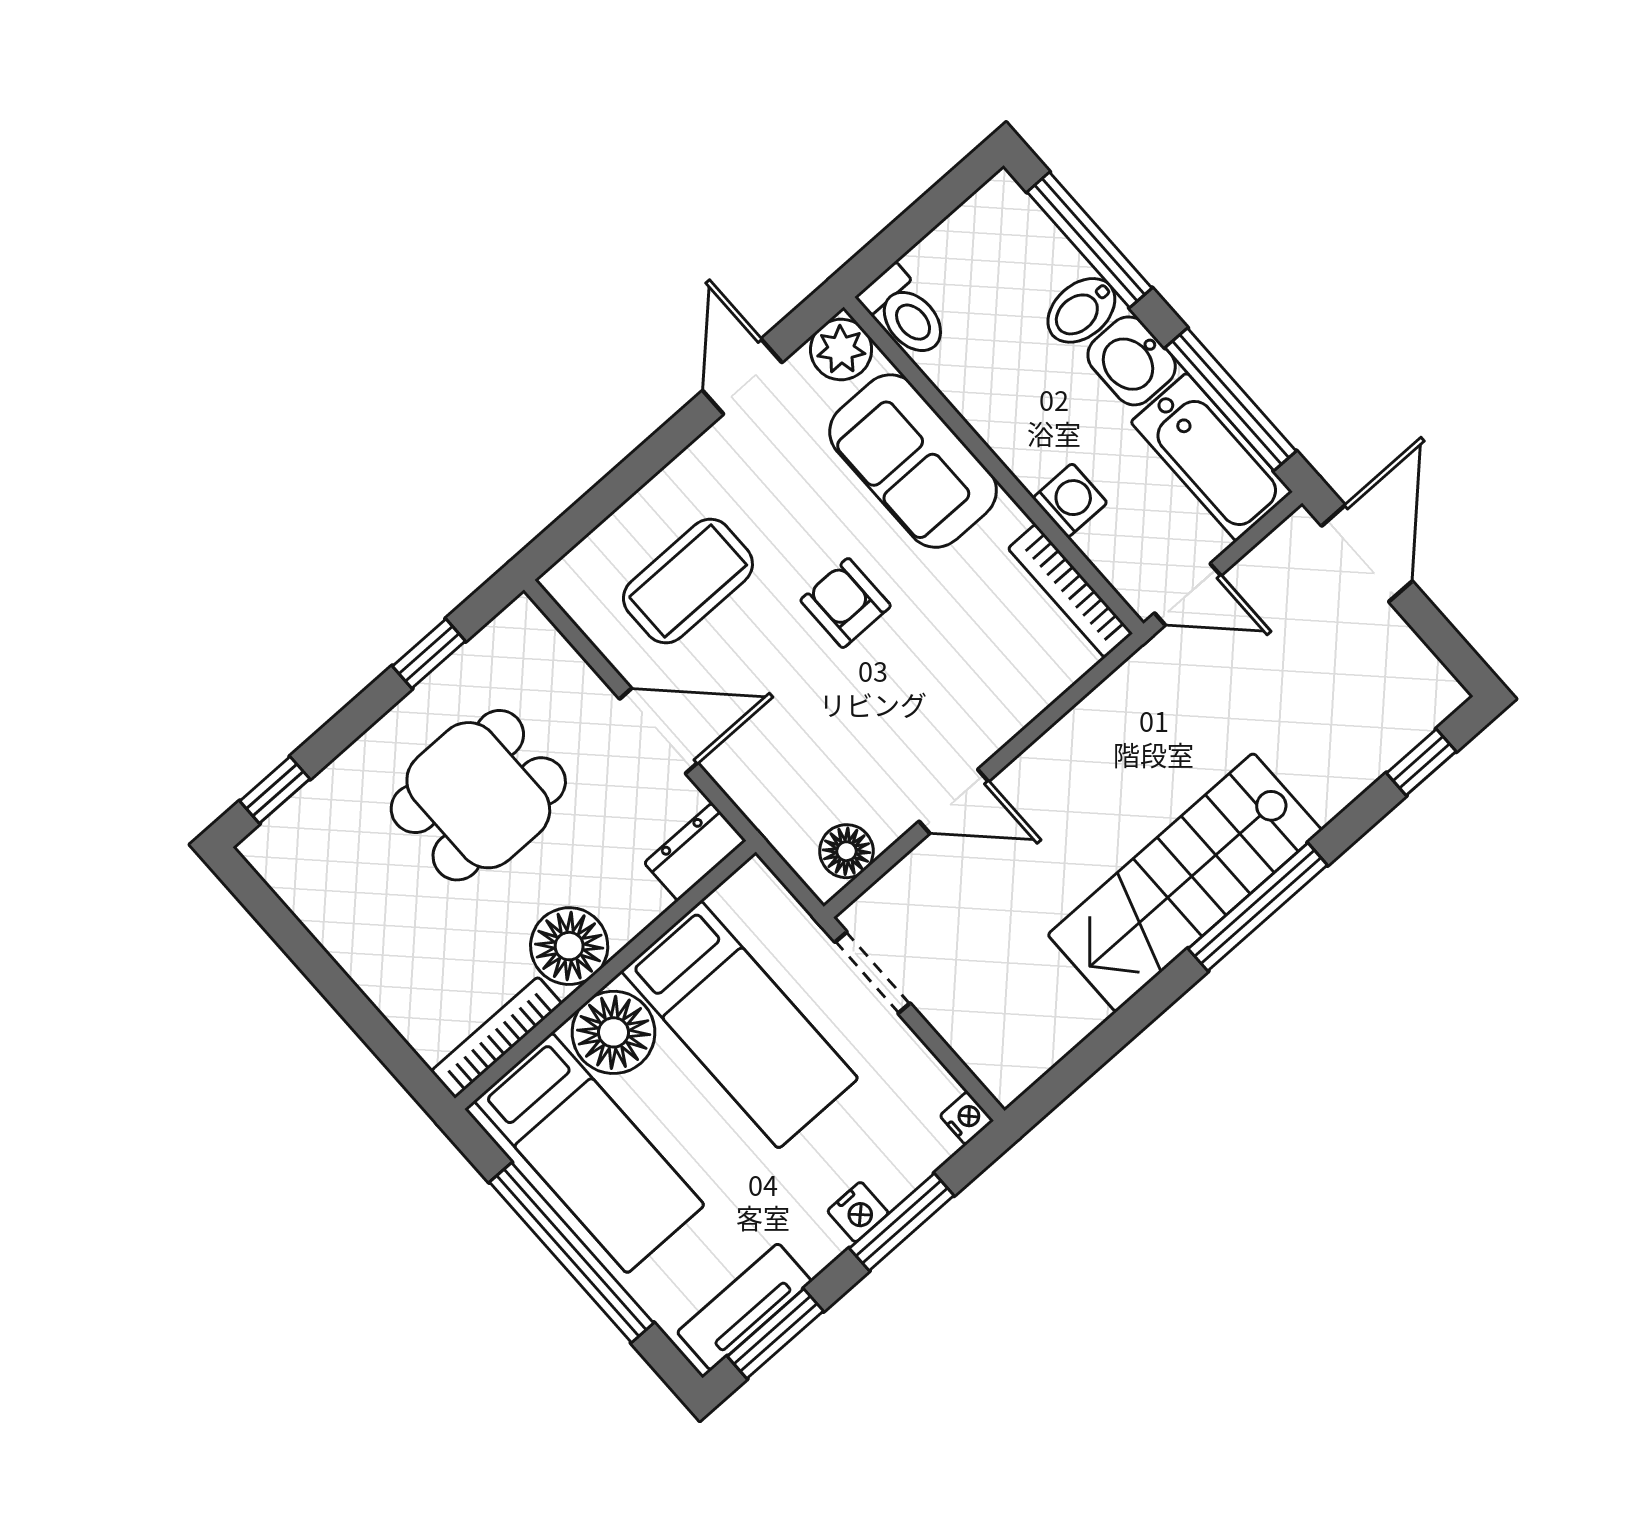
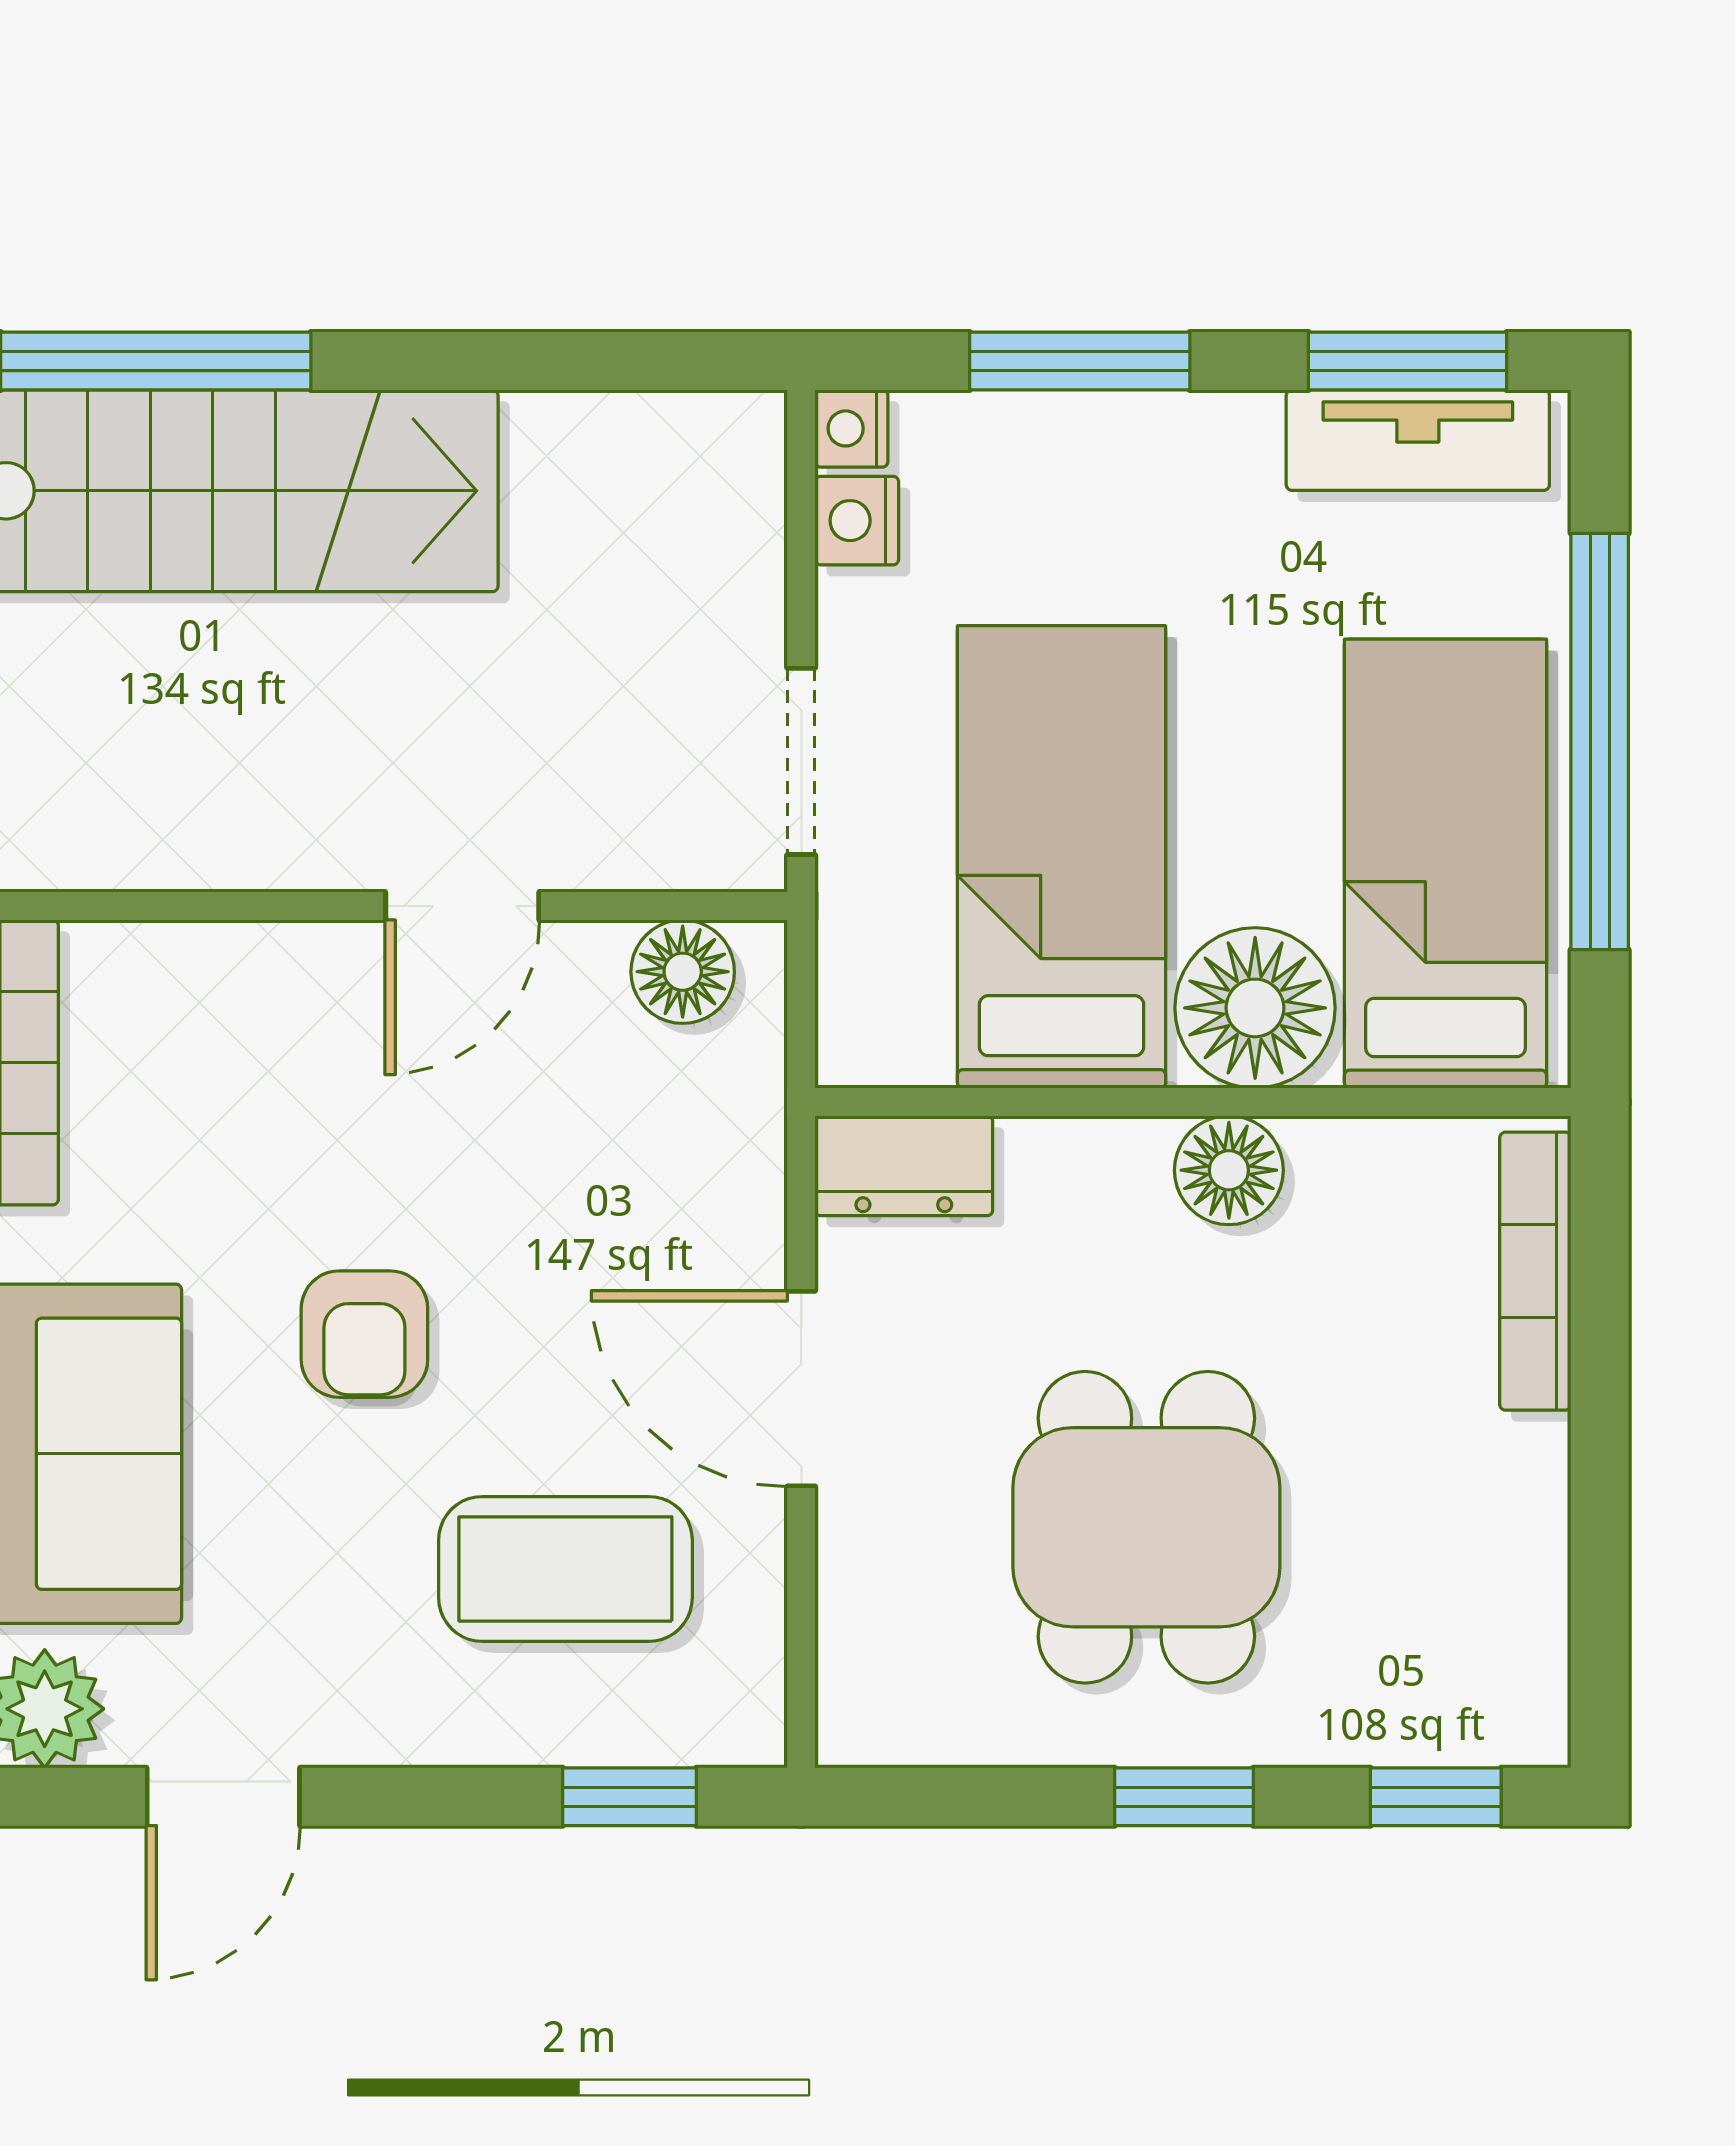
window: (586, 515) -> (629, 1797), added
window: (429, 654) -> (1184, 1797), moved
dining table: (478, 795) -> (1146, 1527), turned 90
door: (954, 801) -> (462, 906), swing flipped
floor lamp: (569, 946) -> (1229, 1170), width x0.73, depth x0.73
bookcase: (497, 1037) -> (1535, 1271), moved, turned 90
nightstand: (858, 1212) -> (857, 521), moved, turned -90

